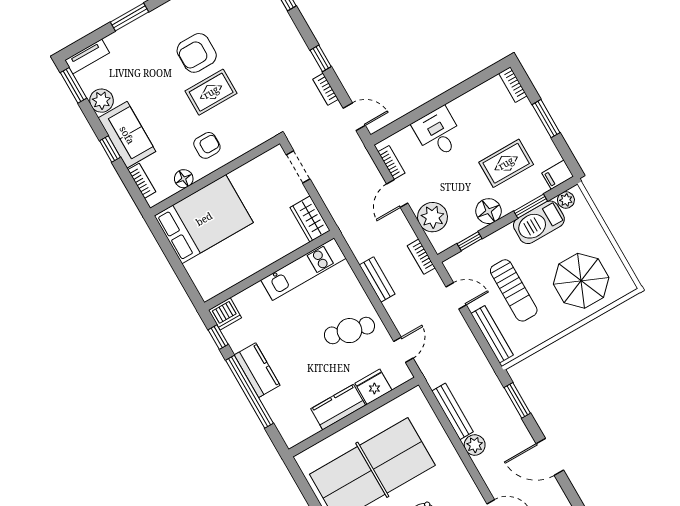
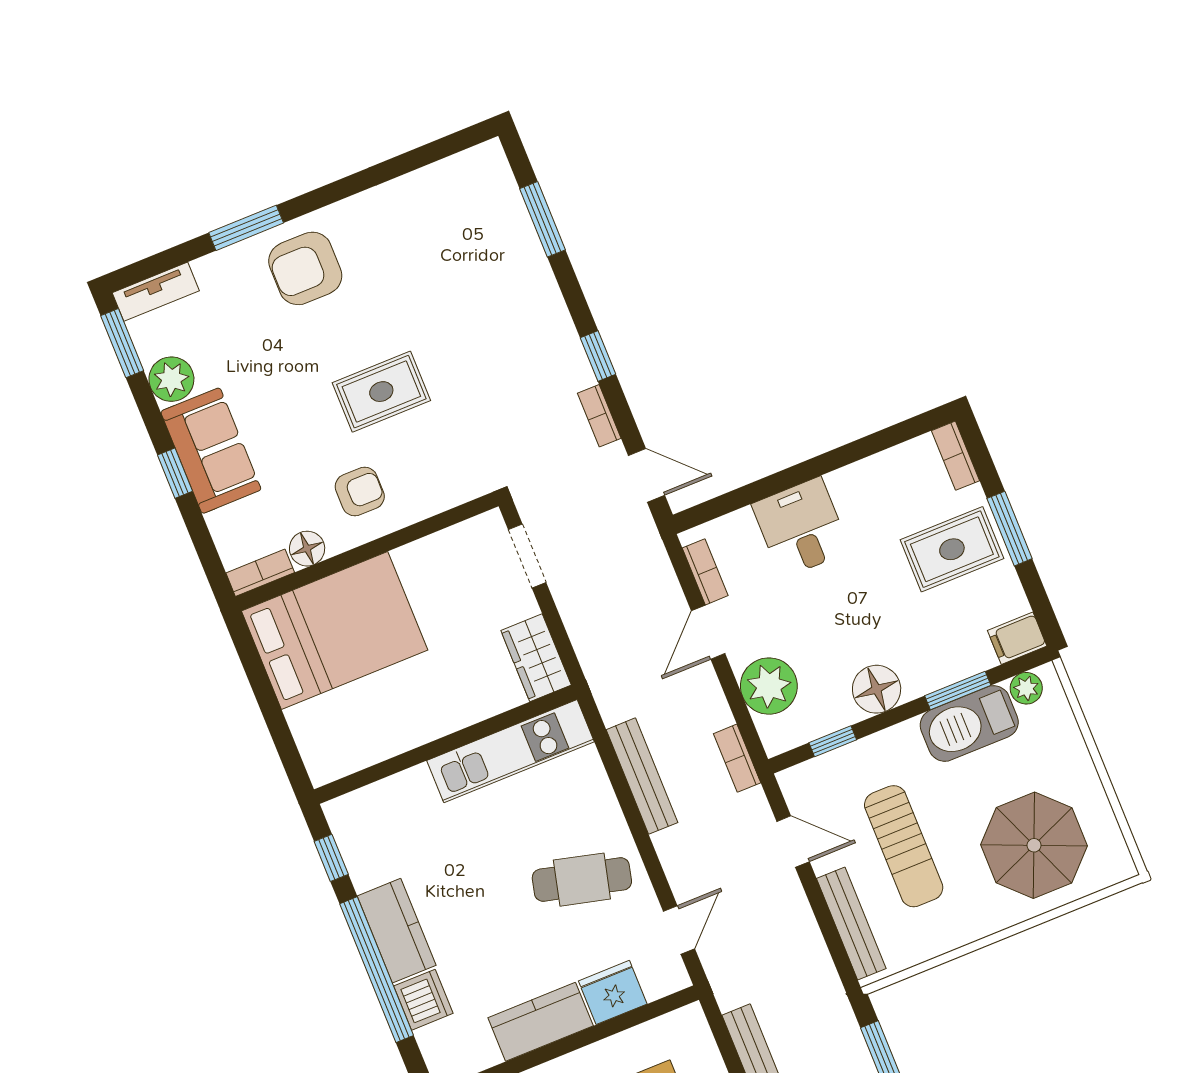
armchair: (197, 53) -> (305, 268), moved
rug: (506, 163) -> (952, 549), moved
bookcase: (142, 181) -> (260, 573), moved, turned -90
bench: (377, 280) -> (642, 776), width x1.36
dishwasher: (225, 314) -> (423, 1000), moved, turned -90

